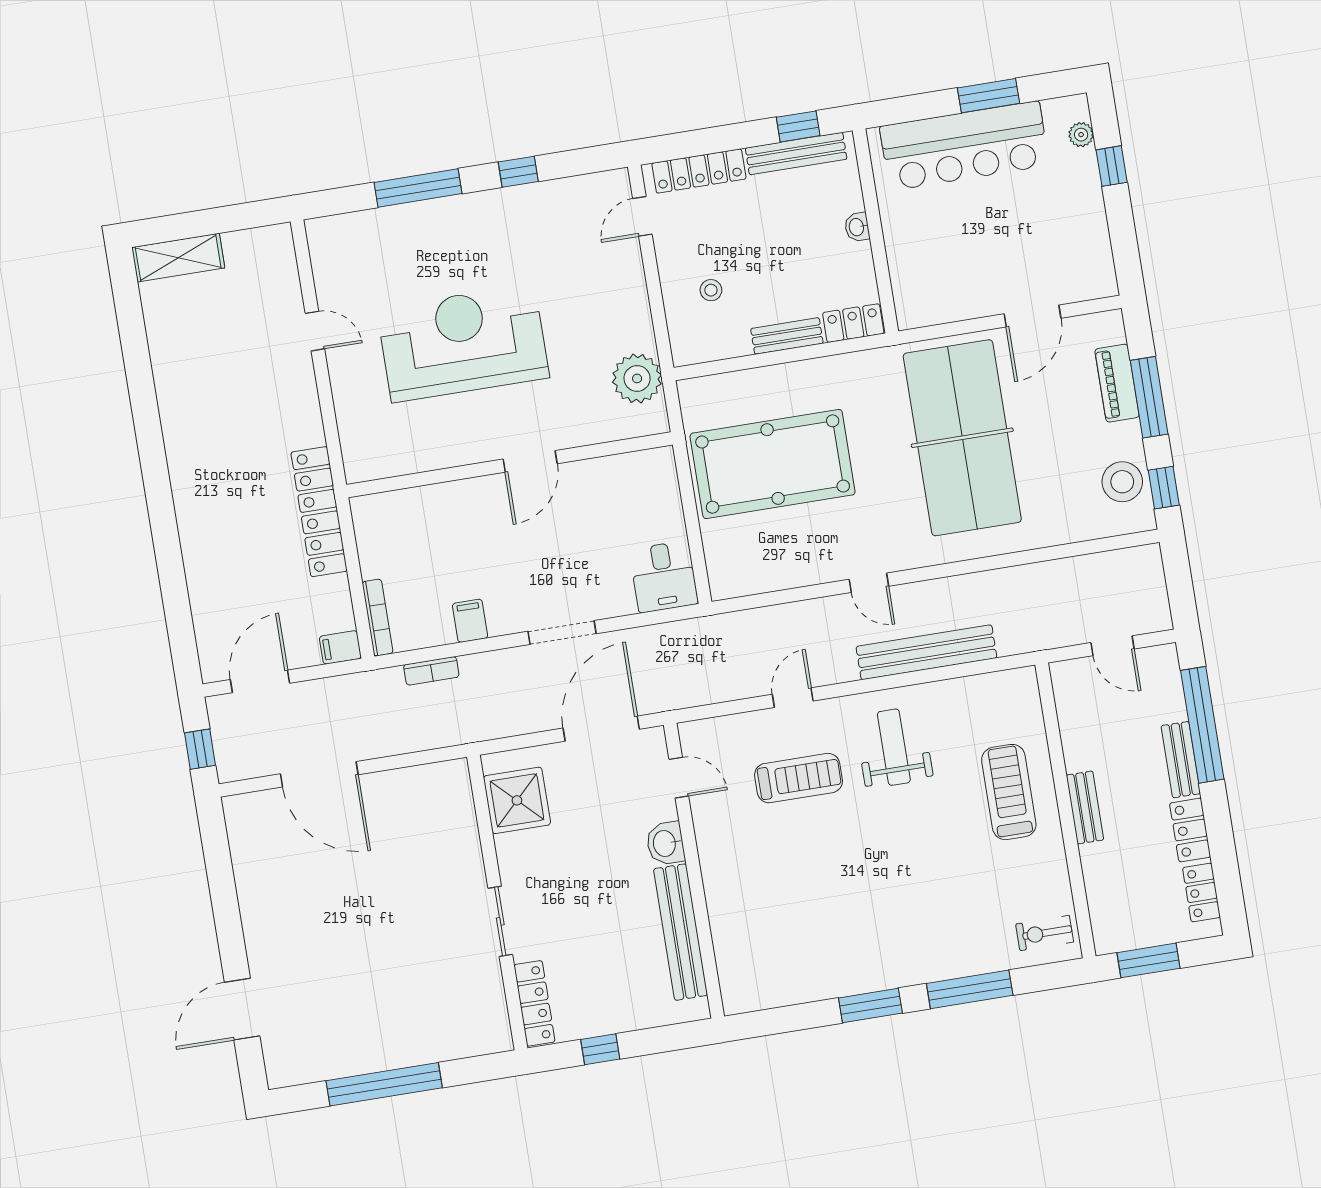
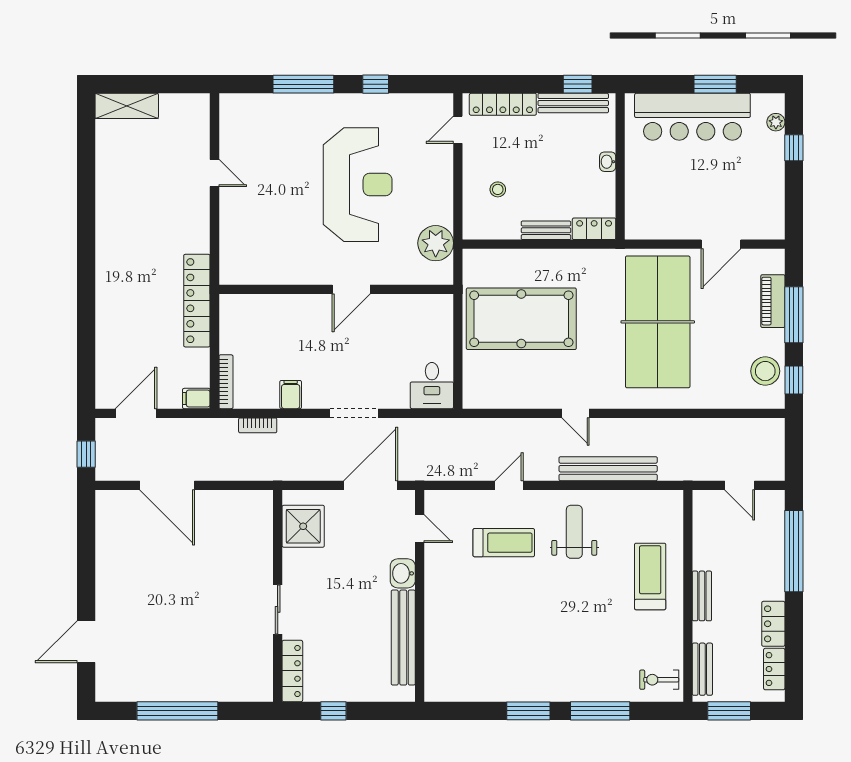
reception desk: (463, 343) -> (358, 185), moved, turned 90
bench: (1181, 760) -> (702, 669), moved

